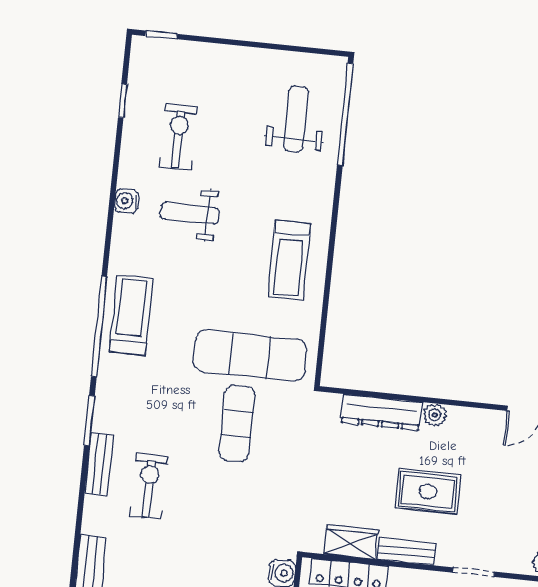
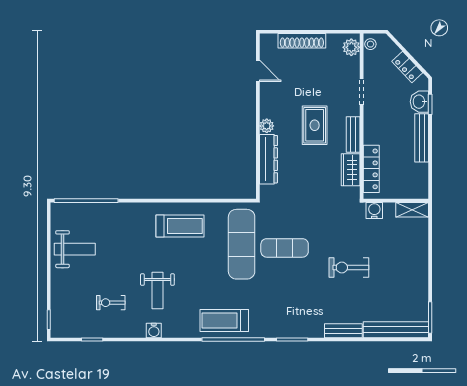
weight bench: (296, 119) -> (75, 249), moved, turned 180
exercise bike: (178, 137) -> (111, 303), width x0.73, depth x0.72
bench: (99, 464) -> (343, 331), moved
exercise bike: (149, 486) -> (349, 267), moved

